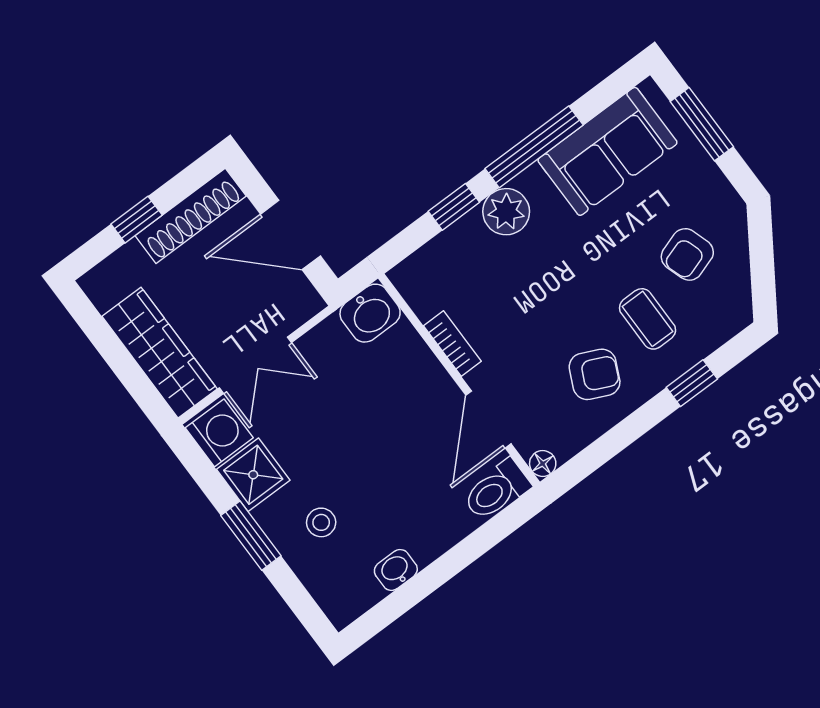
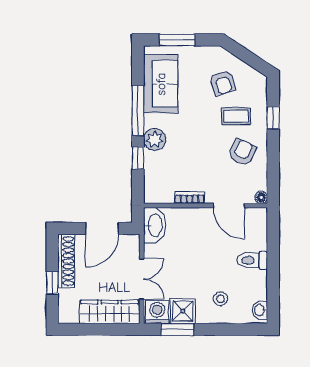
washbasin: (370, 313) -> (155, 225), width x1.38
toilet: (497, 490) -> (252, 260), moved, turned 90
window: (251, 536) -> (177, 329), moved
washbasin: (396, 570) -> (260, 310), moved

